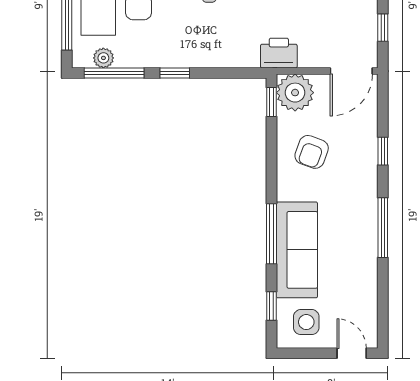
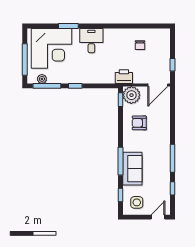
window: (383, 151) -> (173, 188), moved
armchair: (312, 152) -> (139, 123), turned 70
sofa: (297, 250) -> (132, 169), width x0.73
door: (352, 353) -> (158, 217), hinge flipped

